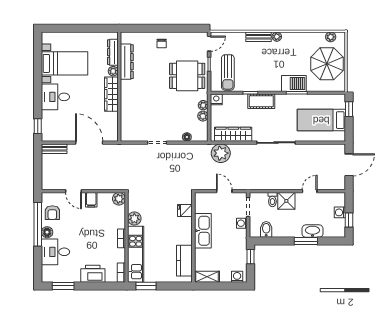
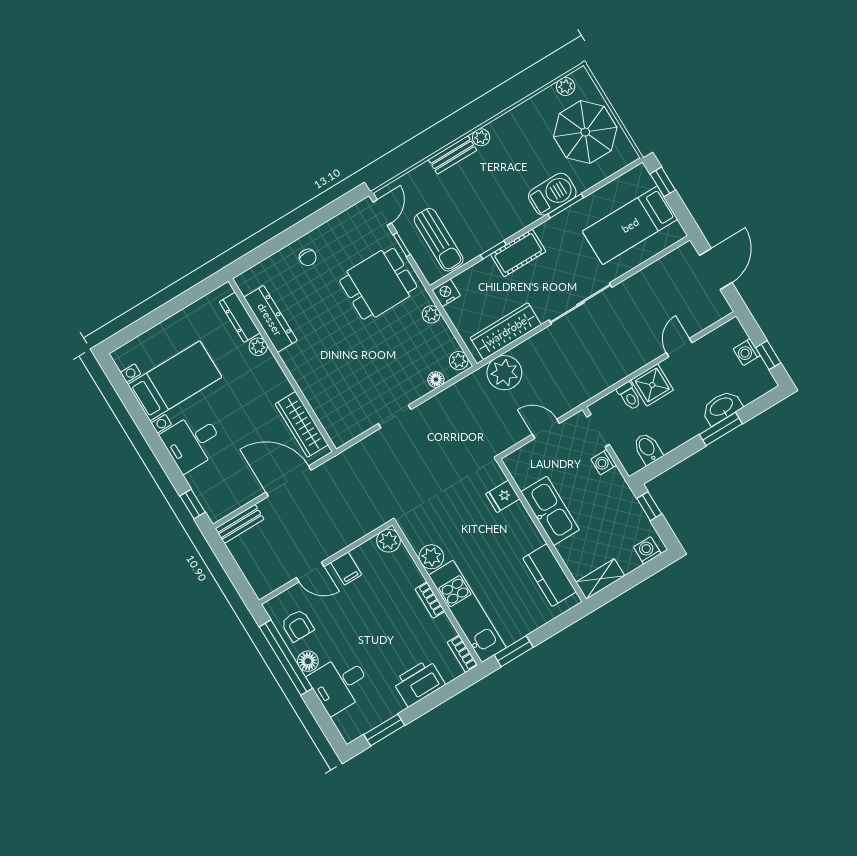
wardrobe: (111, 94) -> (302, 424), moved
plant: (203, 116) -> (459, 361), moved

